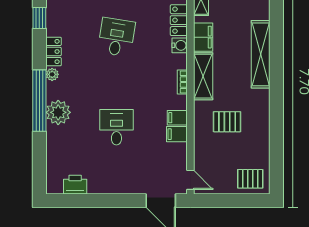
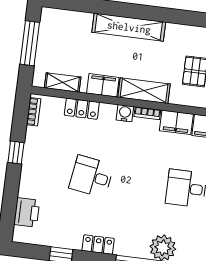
water cooler: (180, 45) -> (125, 113), moved
plant: (52, 74) -> (122, 249), removed
filing cabinet: (177, 118) -> (176, 122), width x2.00

